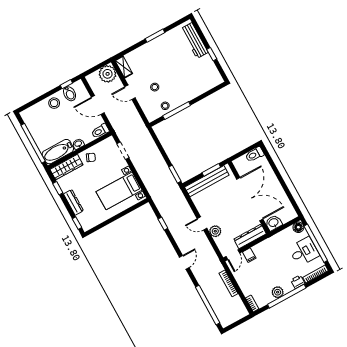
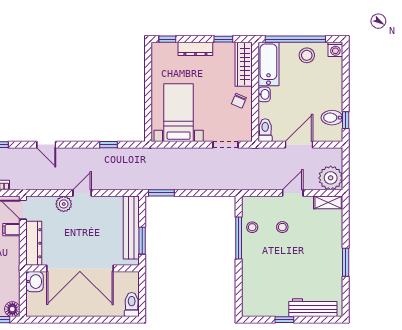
stool: (54, 103) -> (307, 55), moved
washing machine: (26, 115) -> (335, 49), added

